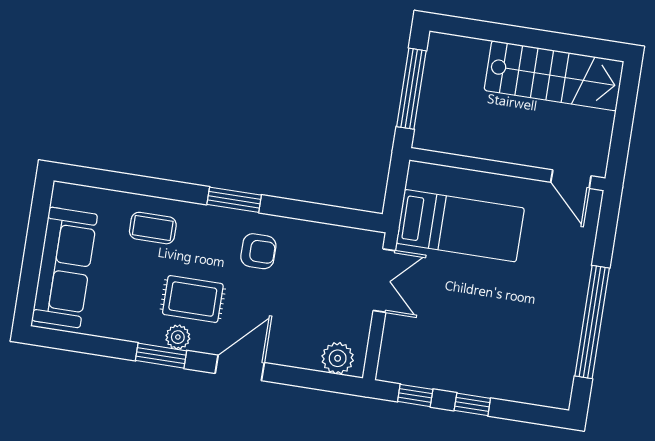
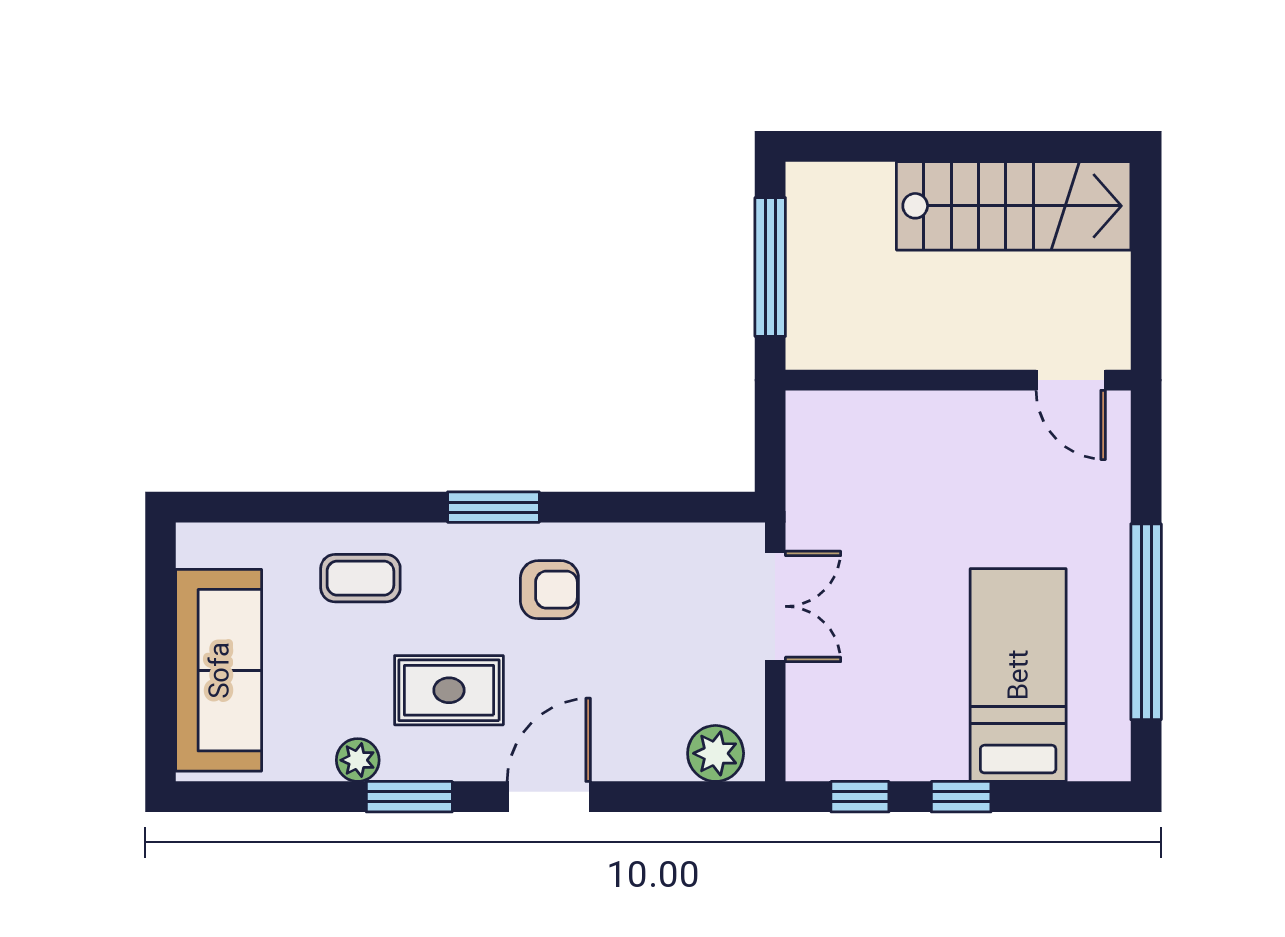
bed: (460, 226) -> (1018, 675), moved, turned -90
plant: (178, 337) -> (358, 760), moved

